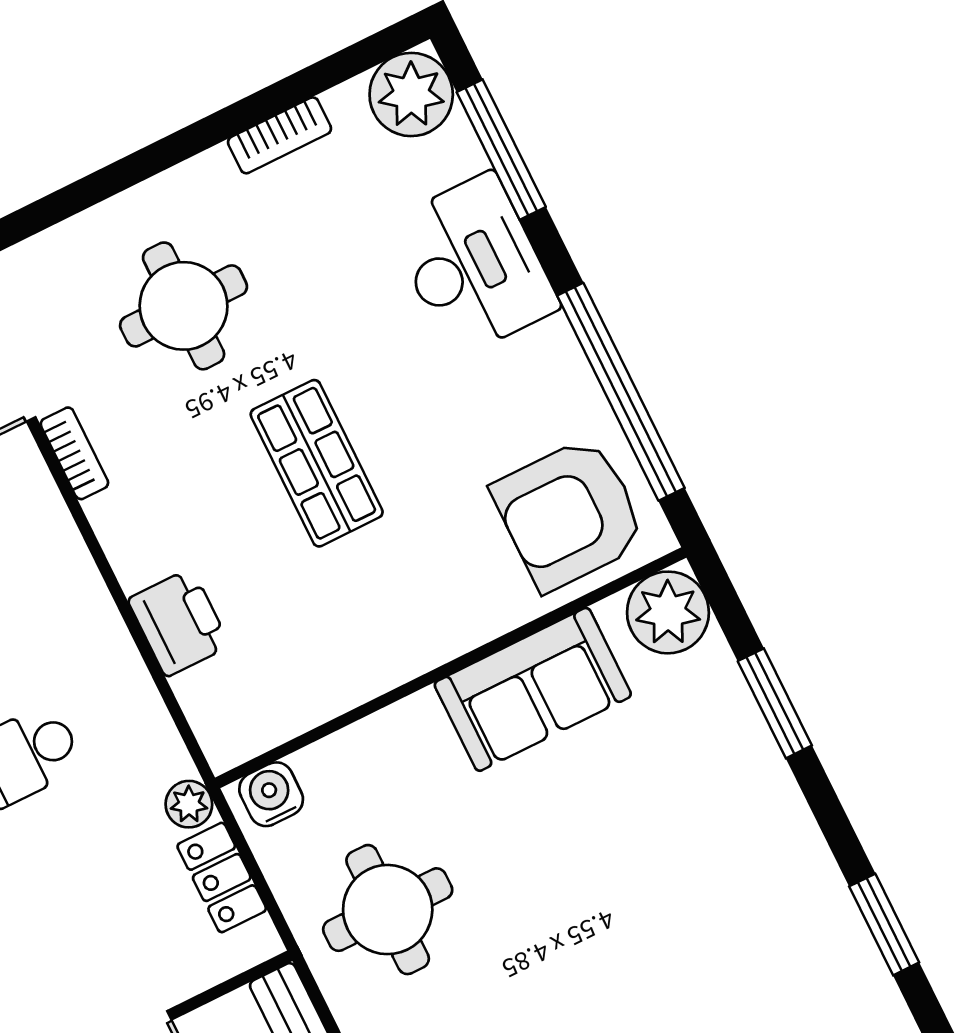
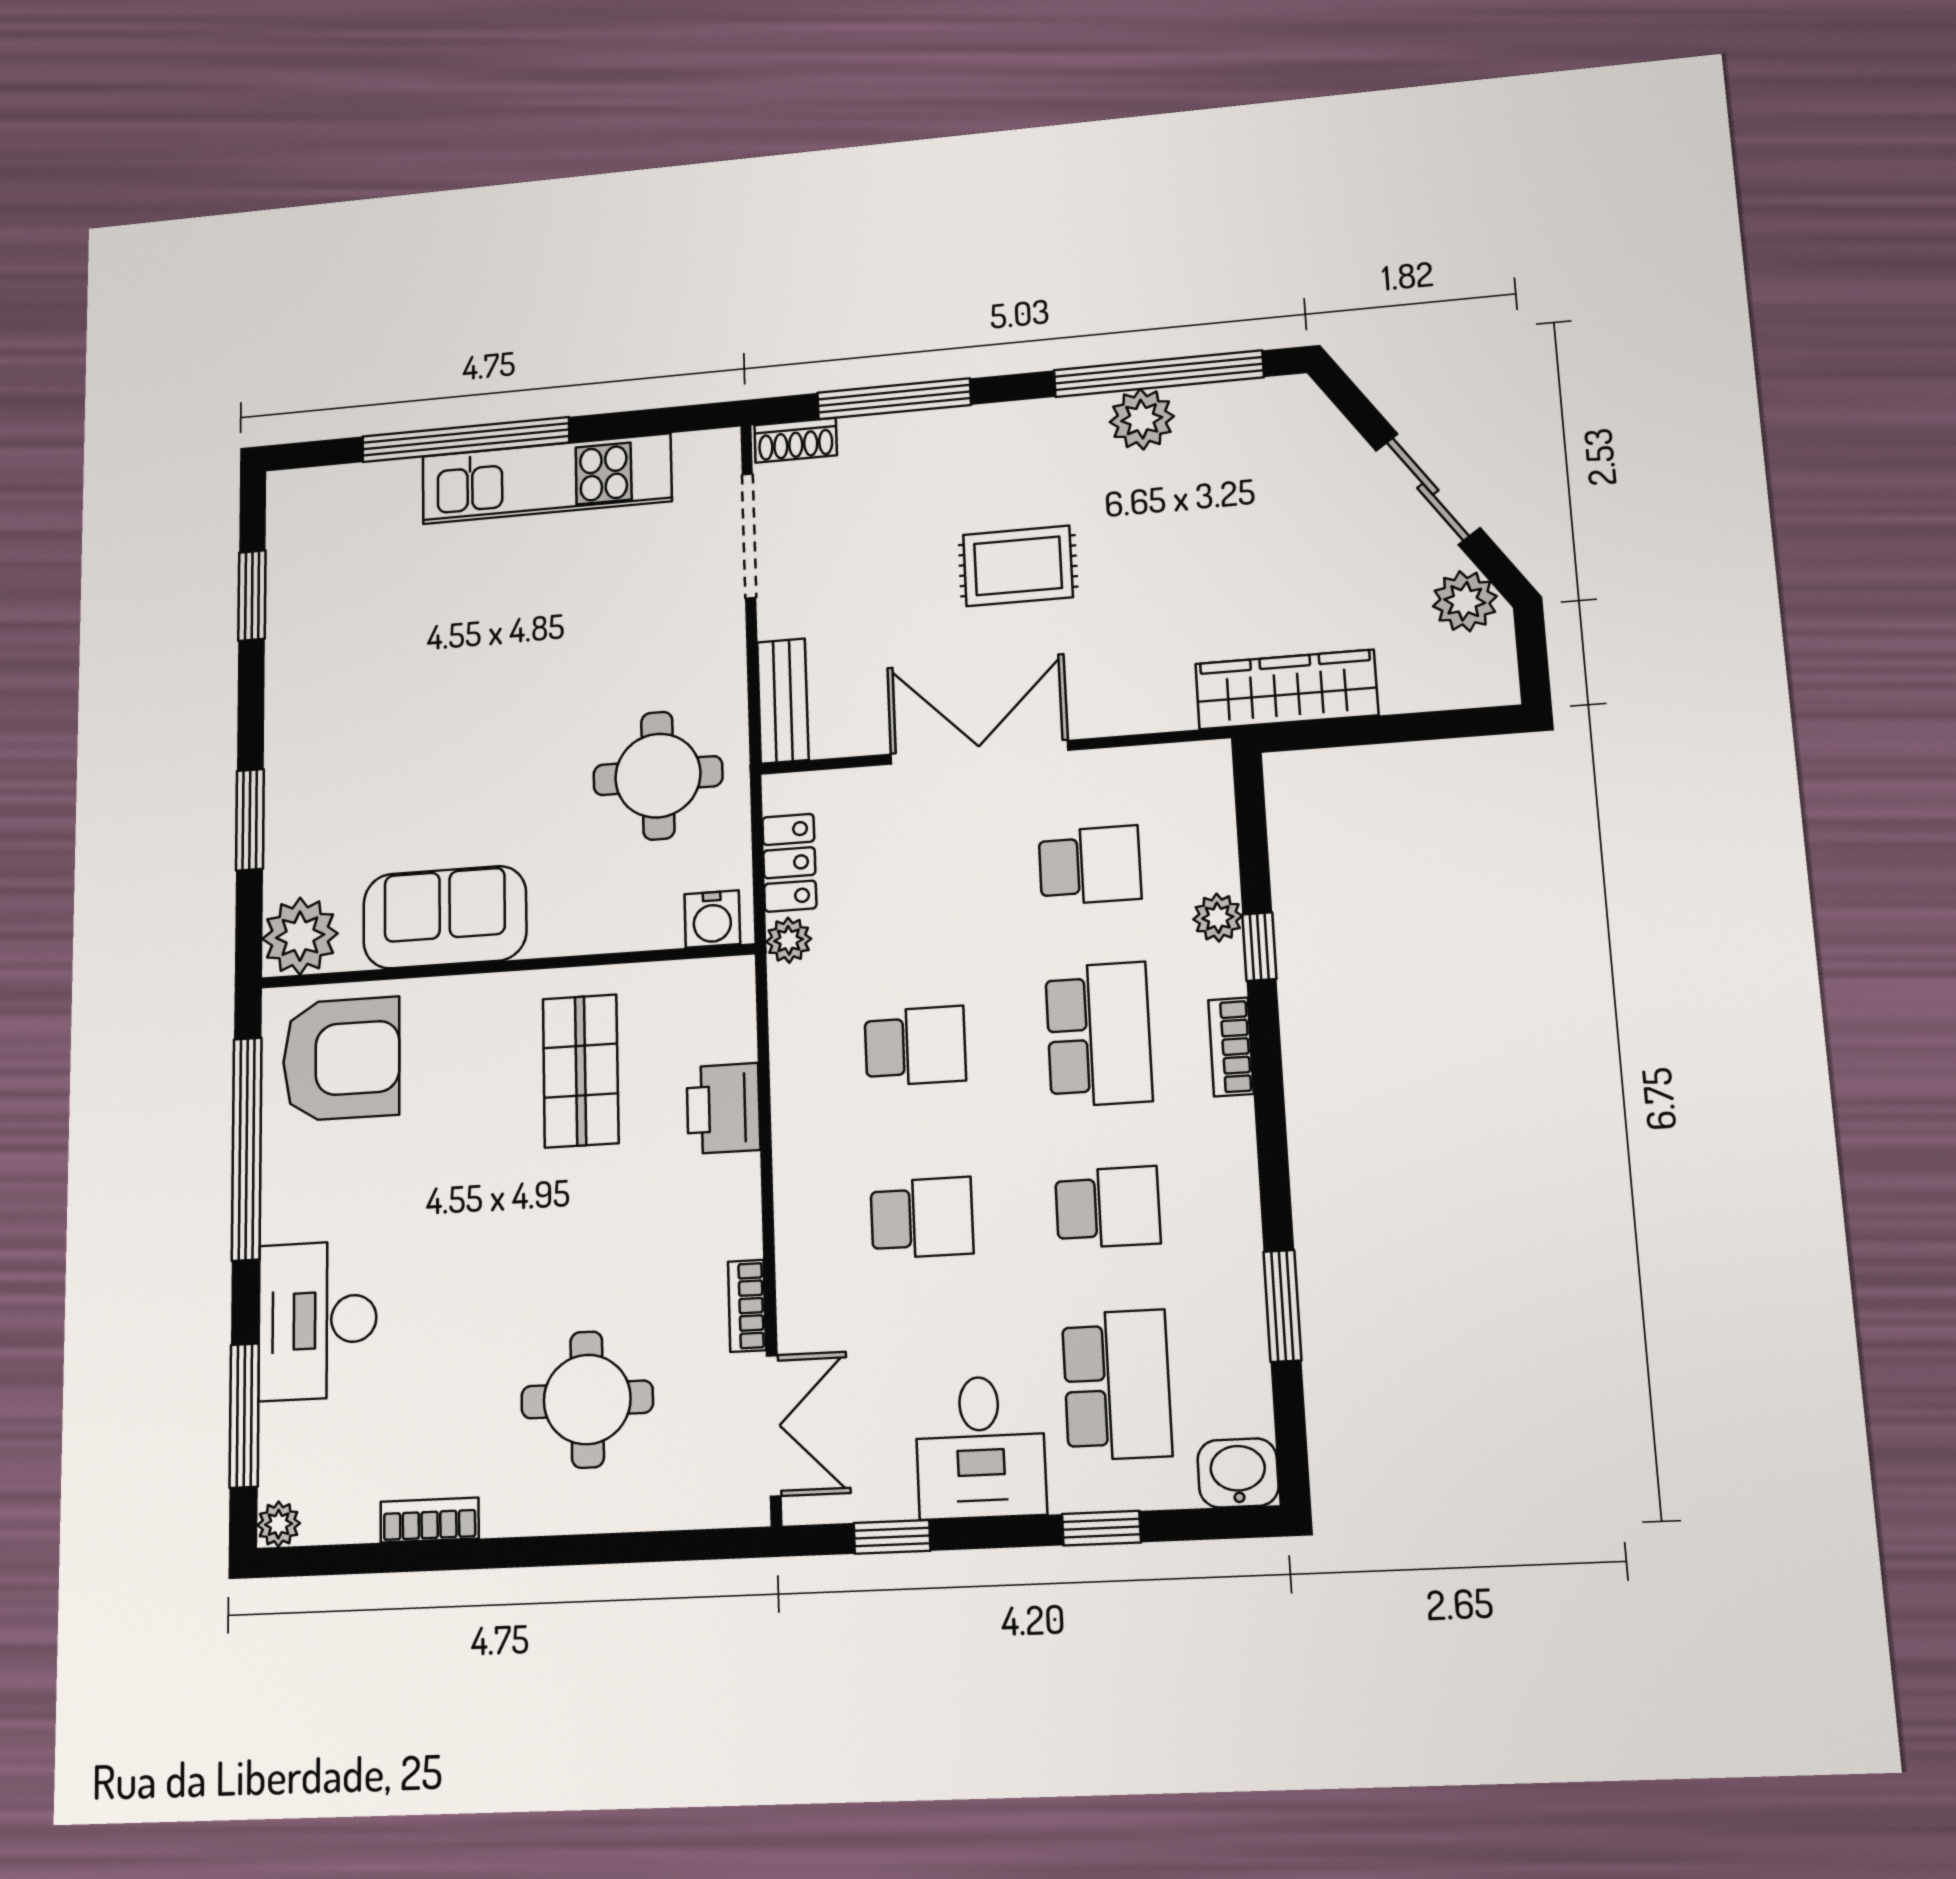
plant: (411, 94) -> (279, 1524), width x0.53, depth x0.53
shop shelf: (317, 463) -> (581, 1071), moved

